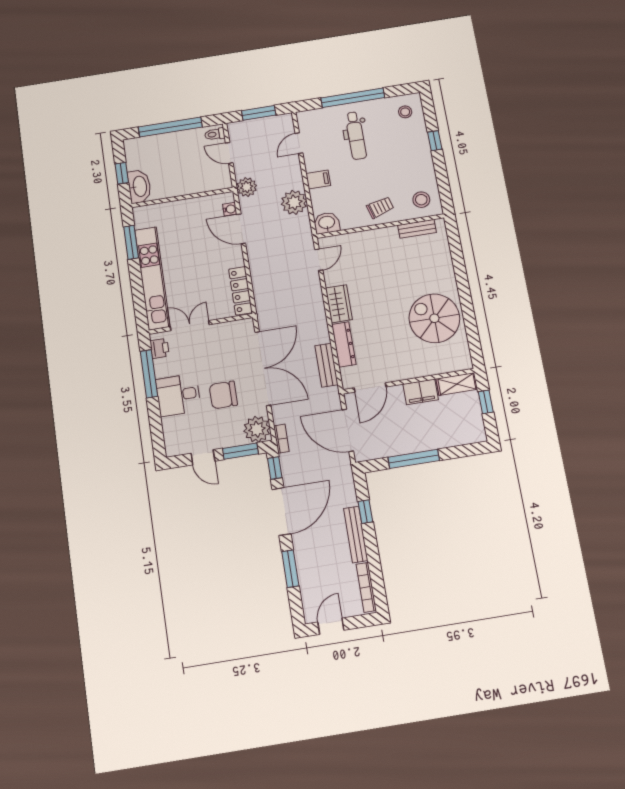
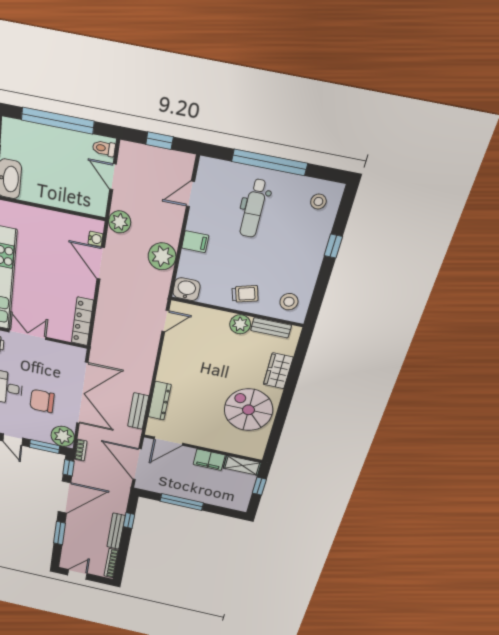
window: (259, 113) -> (159, 141), width x0.67
plant: (388, 236) -> (240, 324), added
wardrobe: (339, 304) -> (278, 371), moved, turned 180

